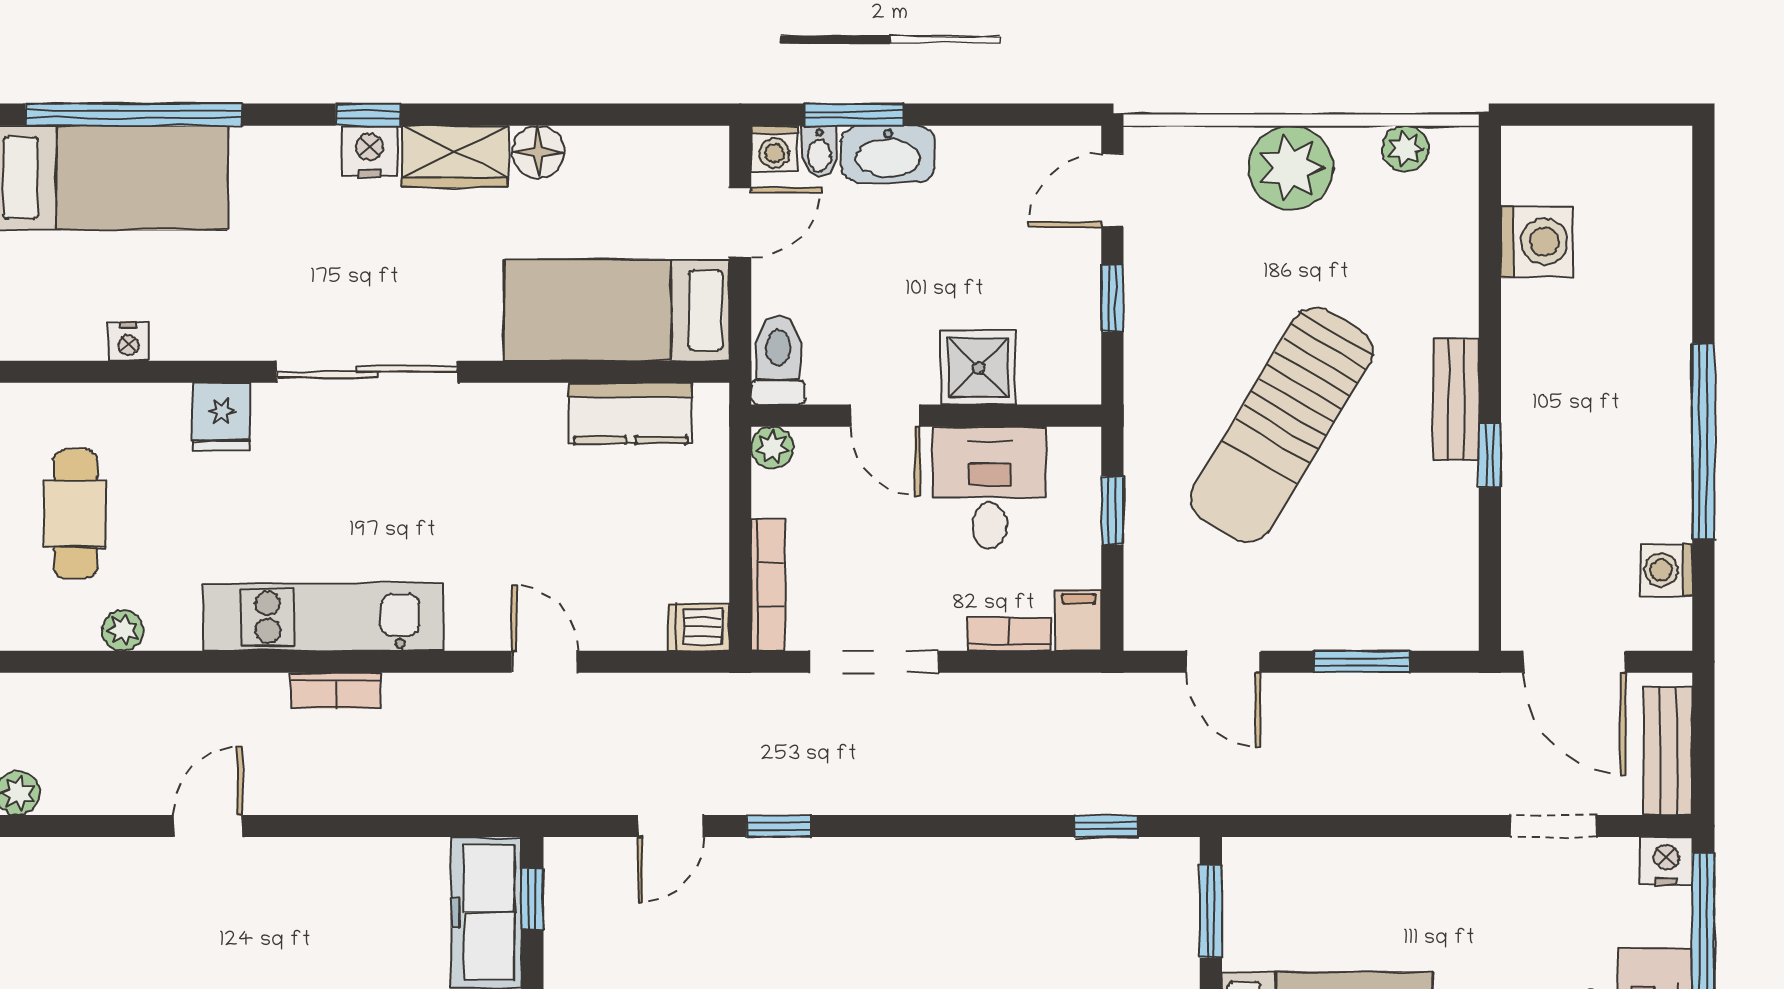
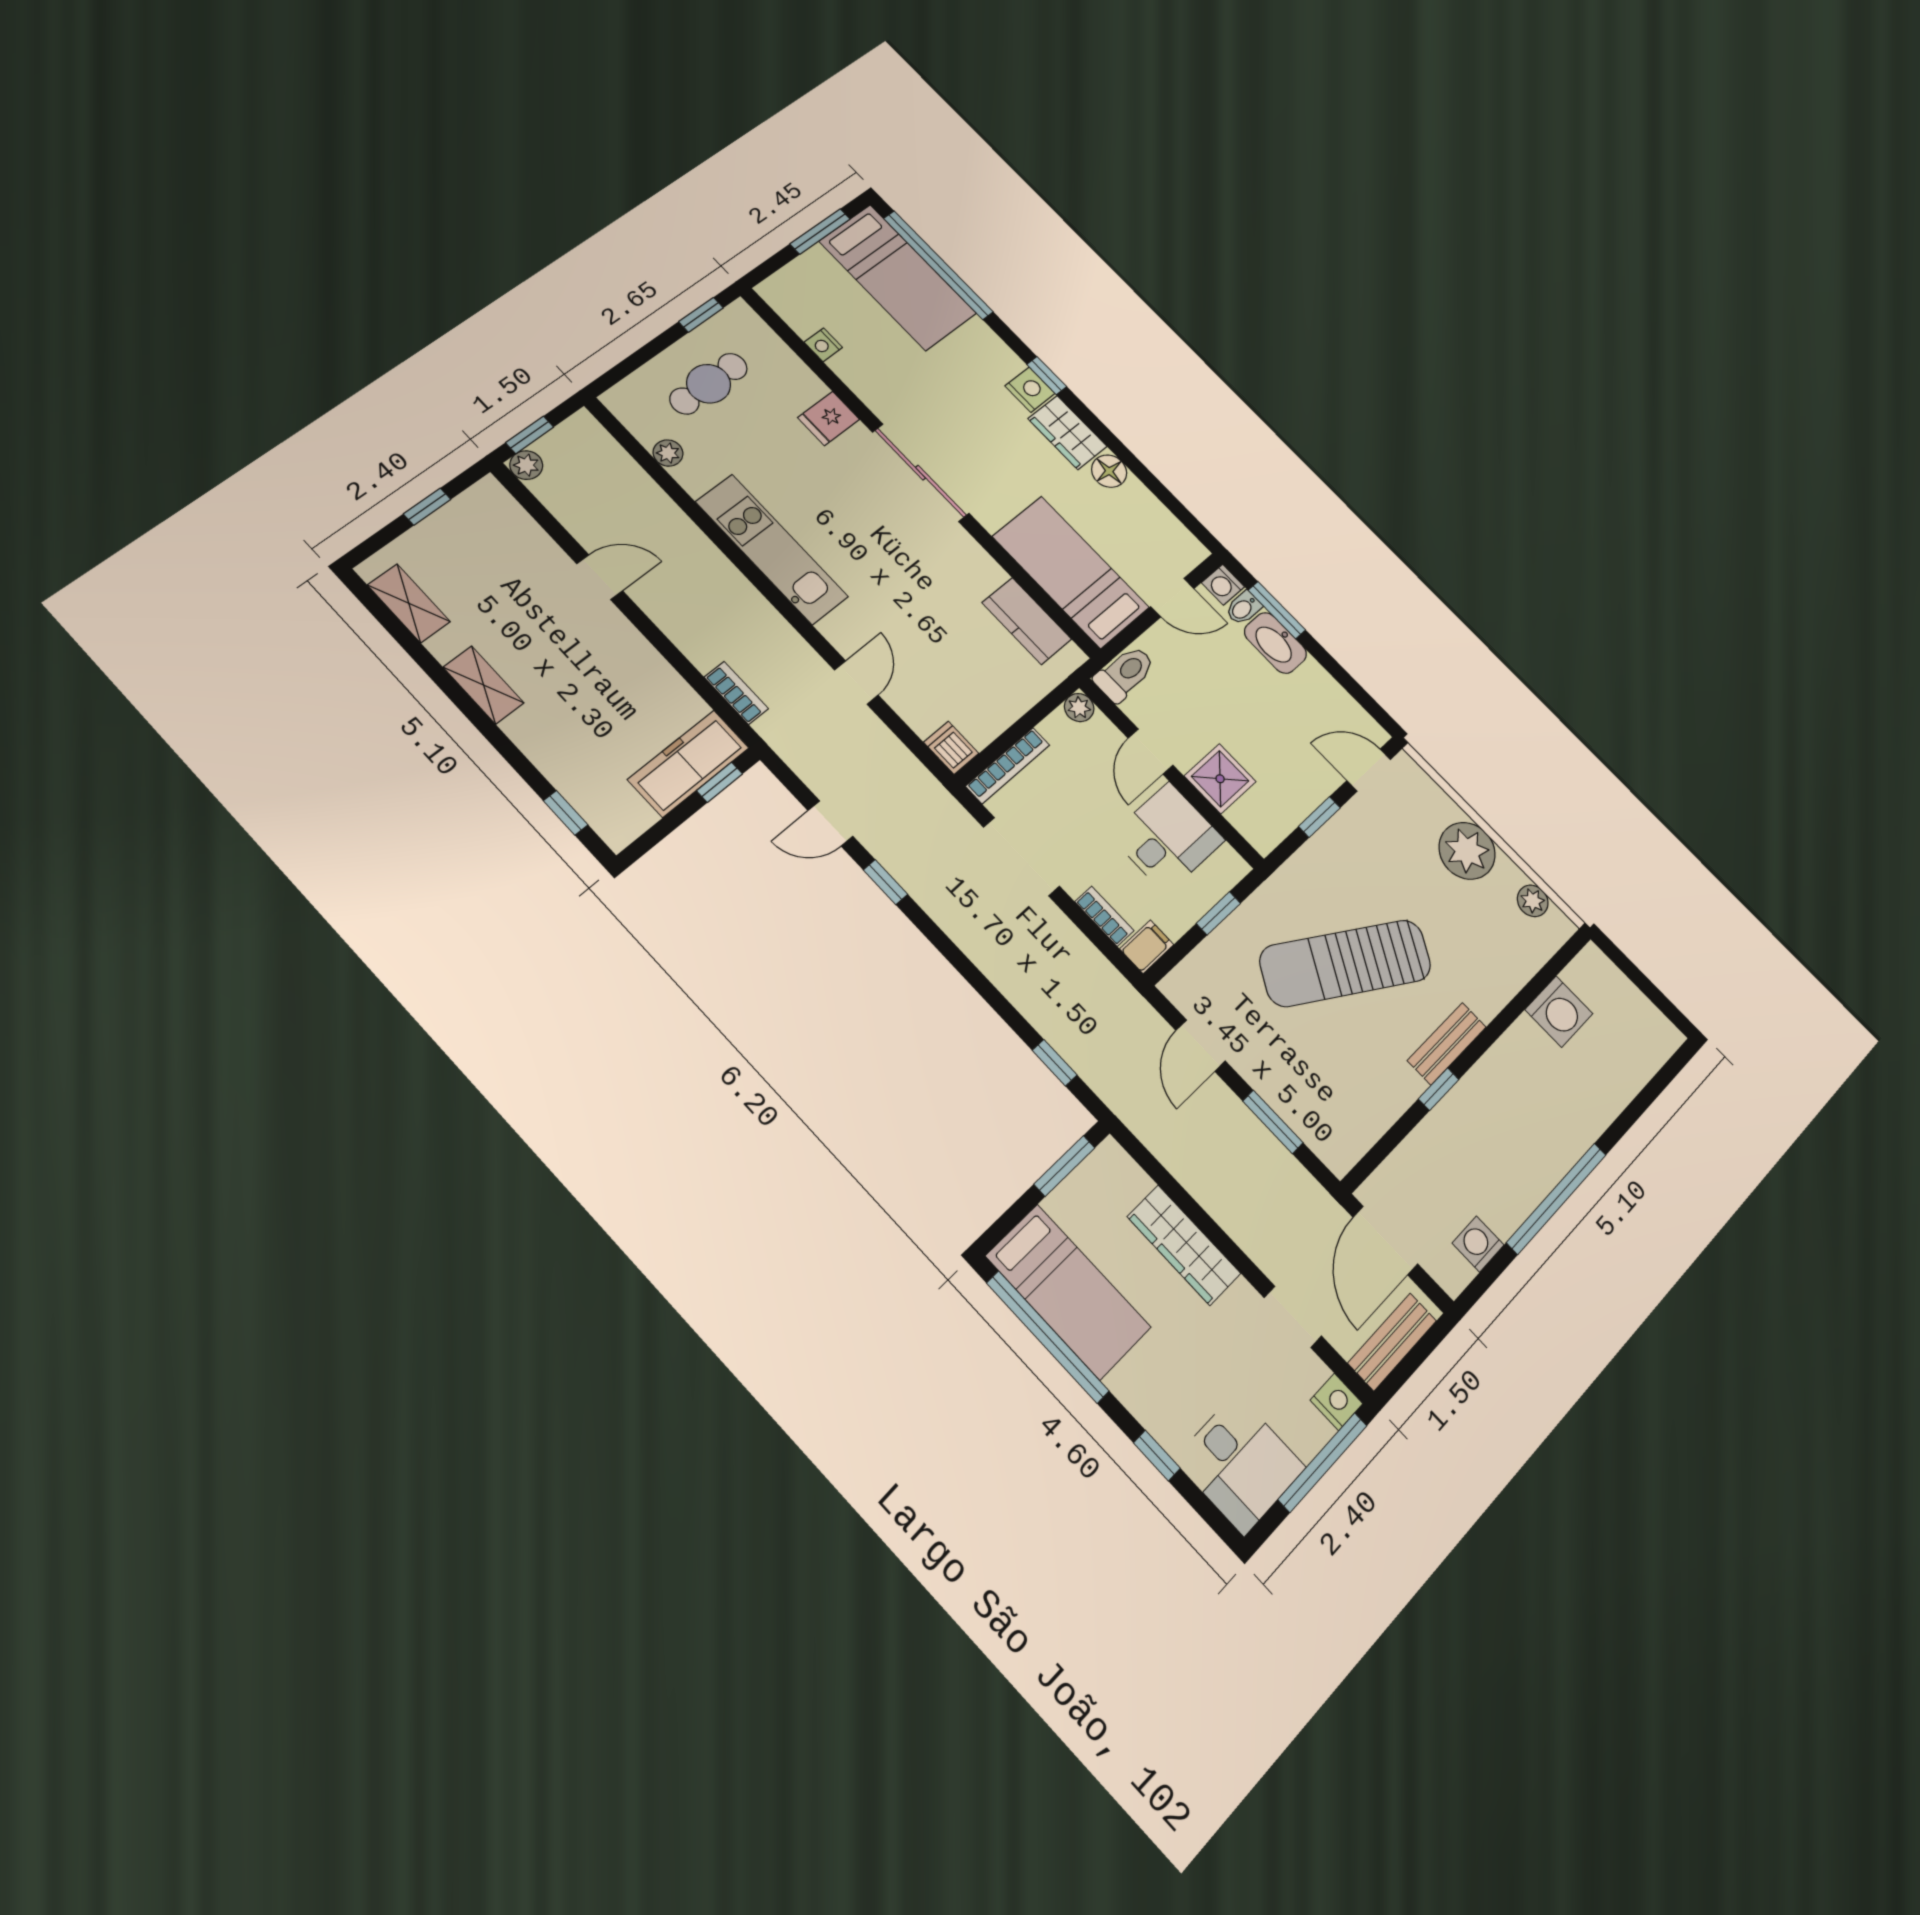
bookcase: (336, 691) -> (736, 693), moved, turned 180
wardrobe: (1390, 867) -> (1184, 1245), added

